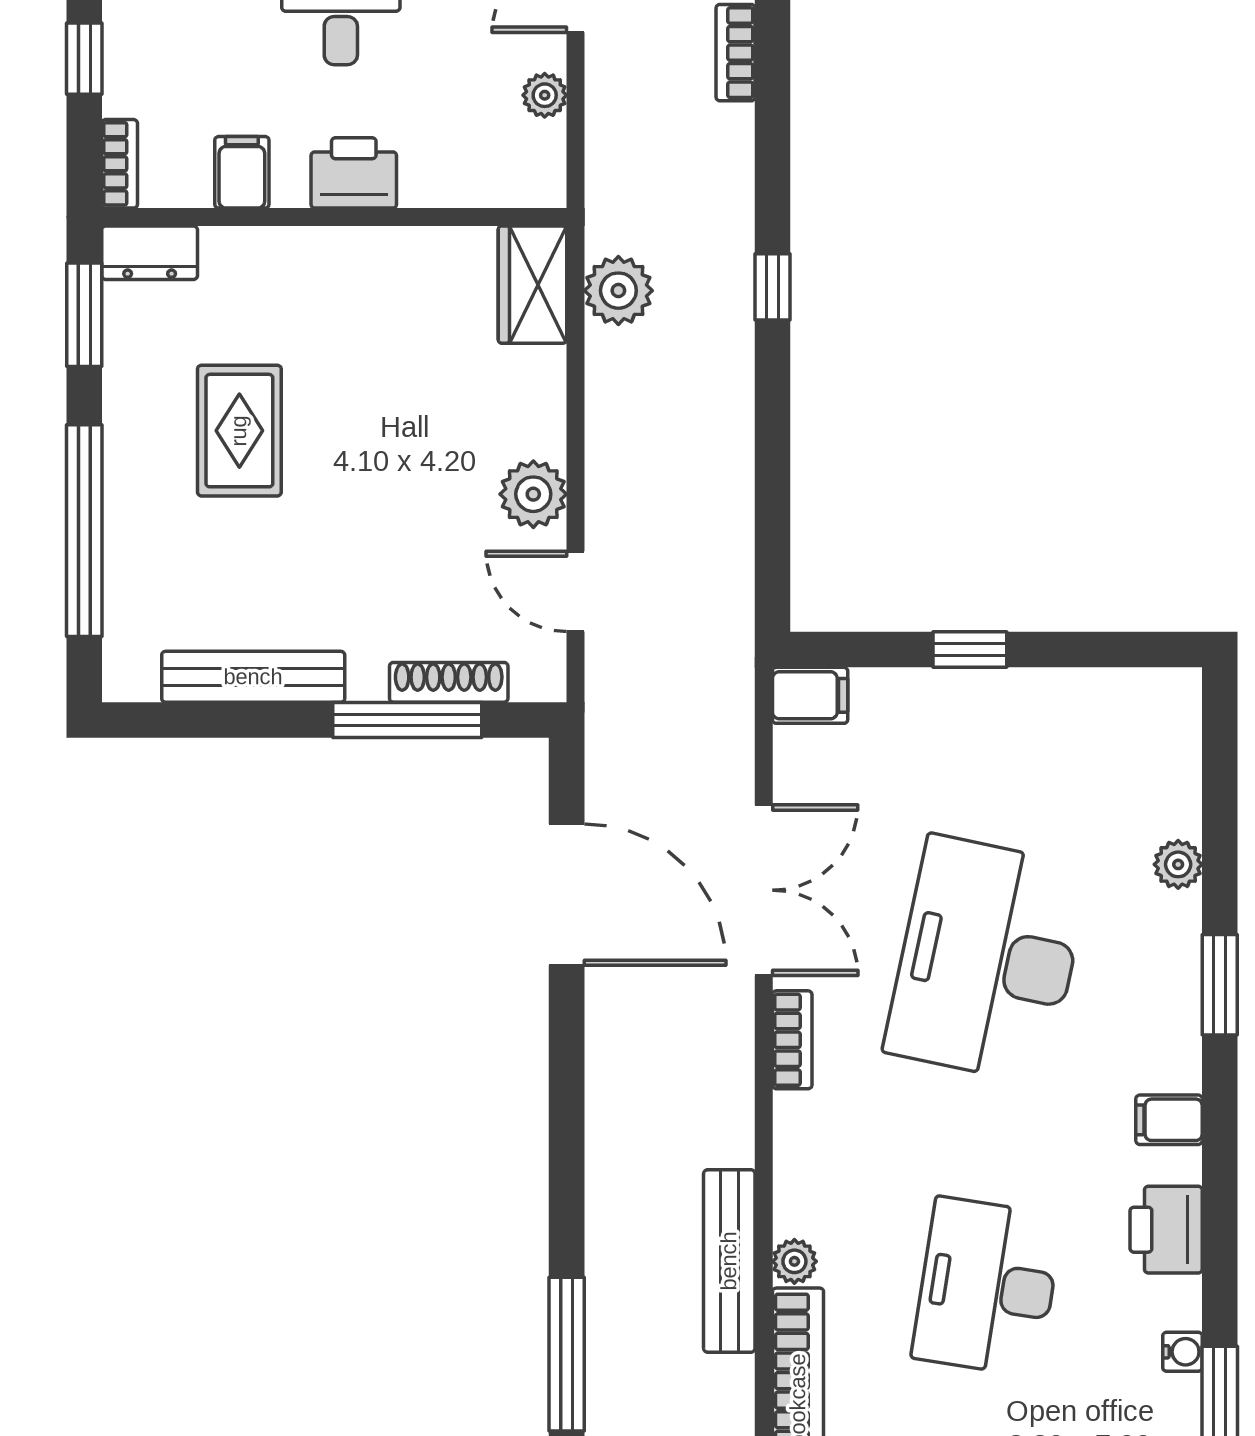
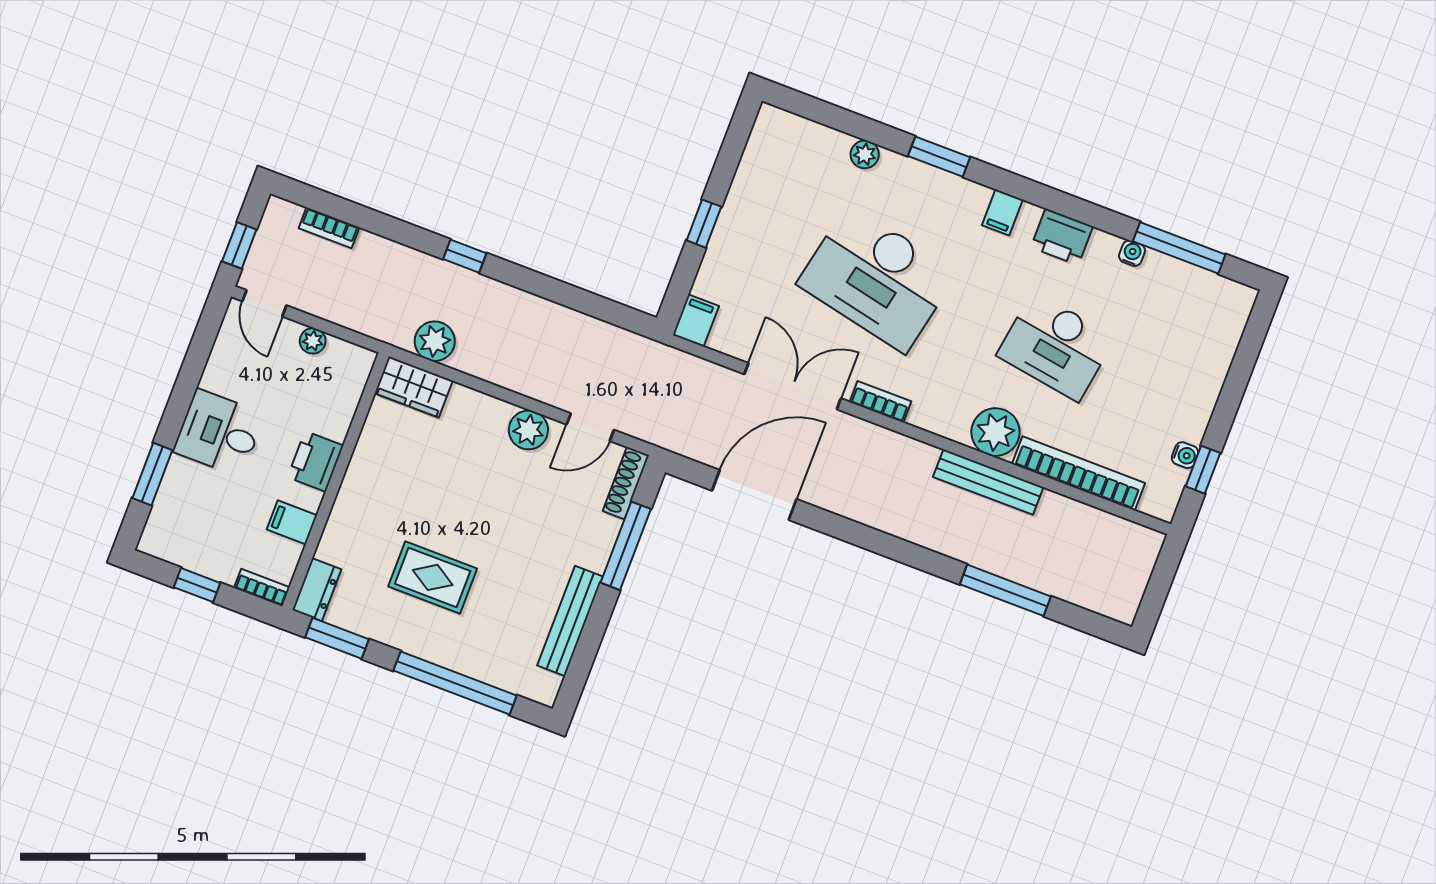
shoe rack: (449, 682) -> (626, 483), moved
plant: (794, 1261) -> (995, 432), width x1.88, depth x1.88

